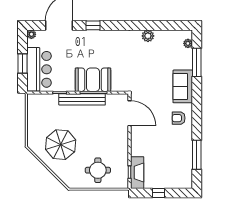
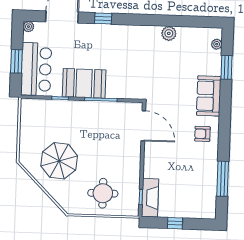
window: (197, 62) -> (227, 67), width x0.69
booth: (93, 80) -> (84, 83), moved
bench: (82, 99) -> (87, 107), removed

